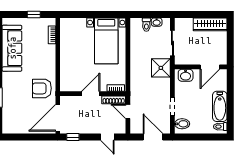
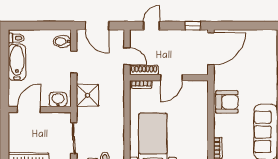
shower: (161, 68) -> (88, 95), moved
armchair: (42, 88) -> (227, 102), moved
door: (107, 137) -> (152, 26), hinge flipped

